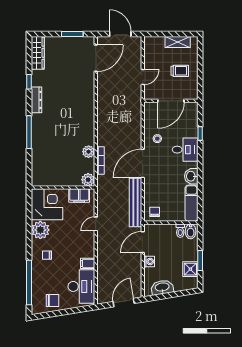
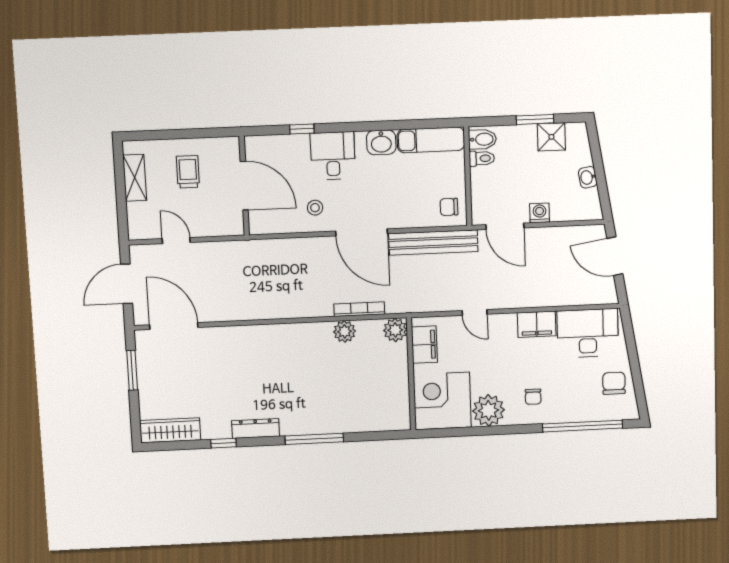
door: (143, 77) -> (176, 241), moved
filing cabinet: (88, 263) -> (537, 324), width x2.00
washbasin: (162, 287) -> (588, 177), width x0.52, depth x0.69

